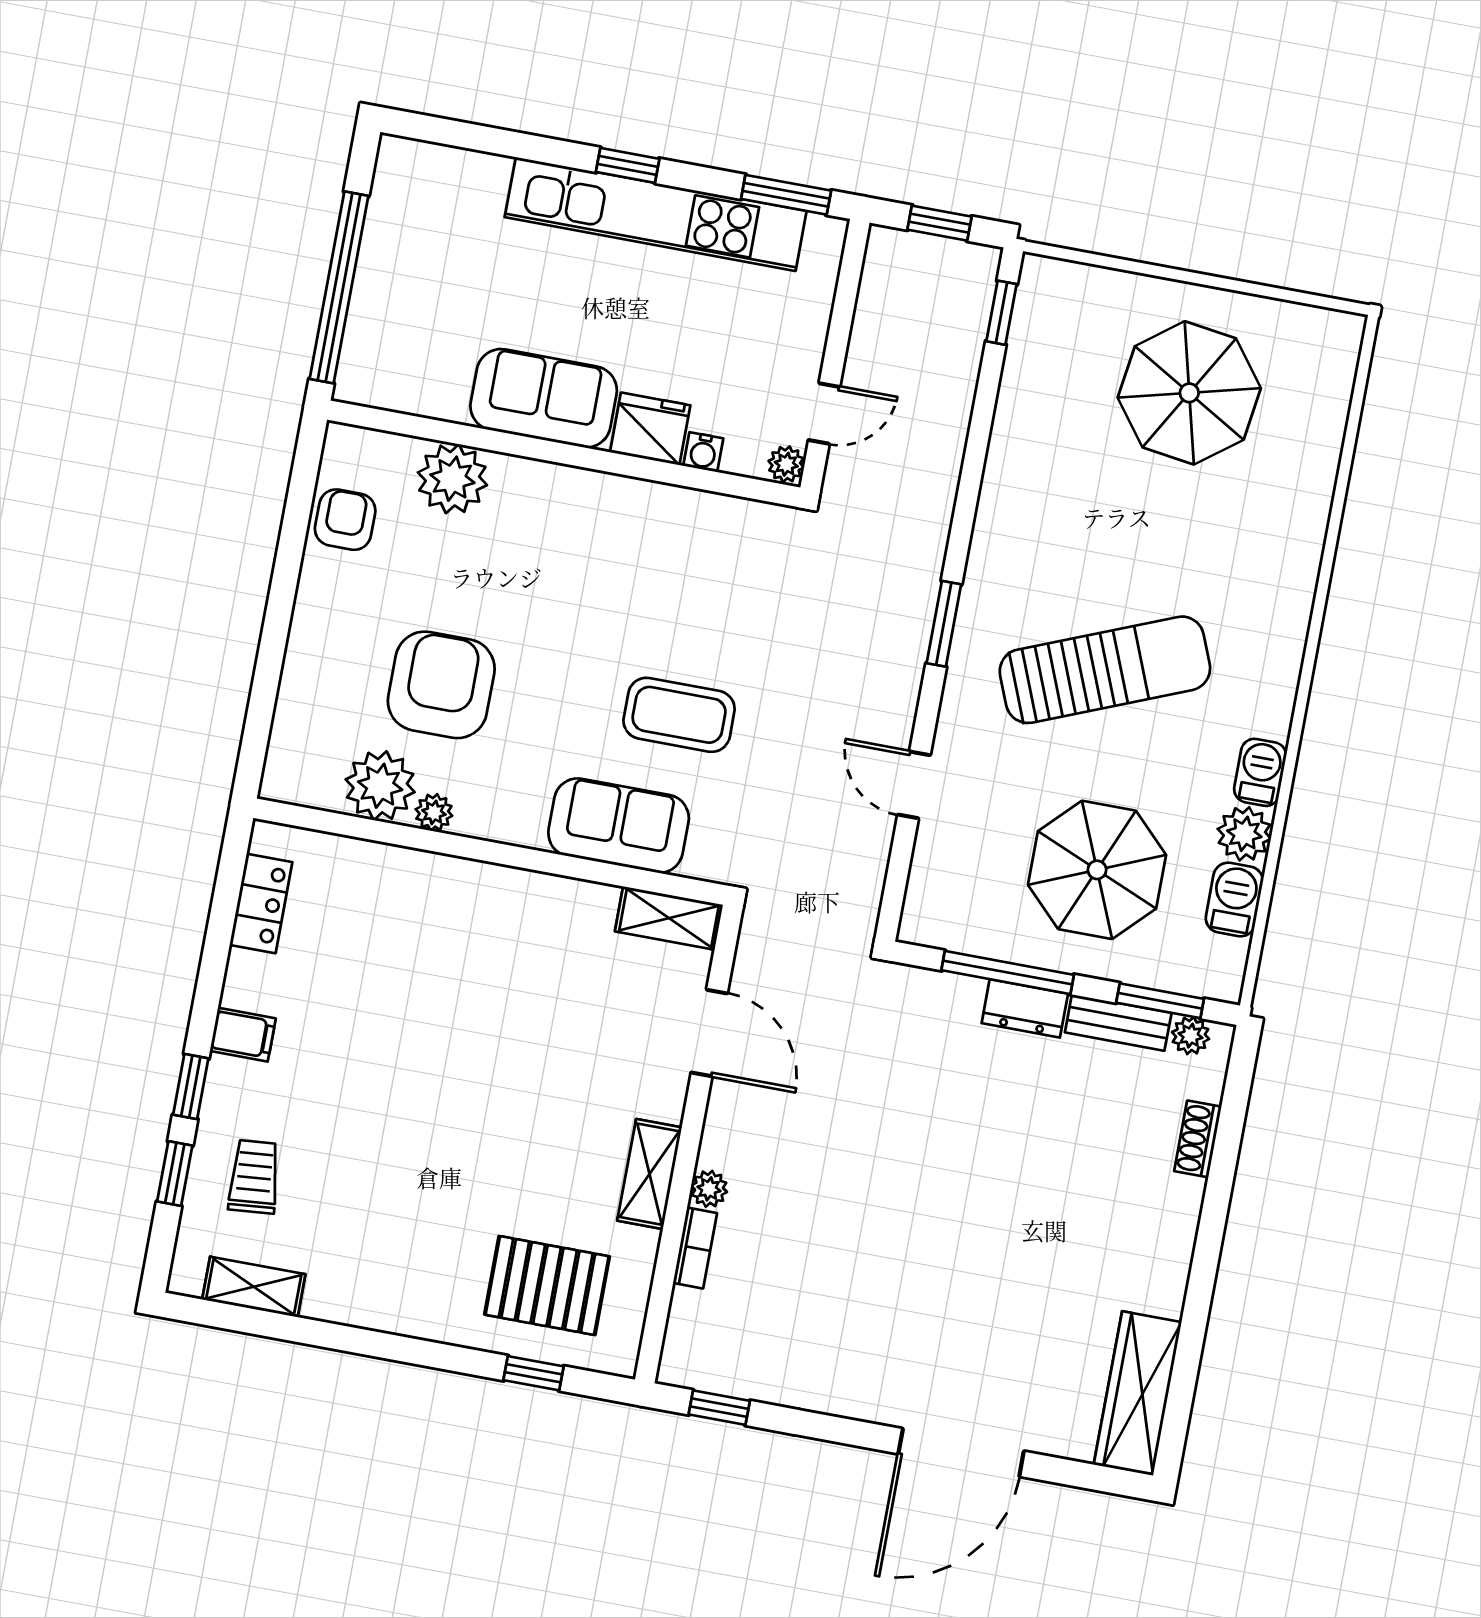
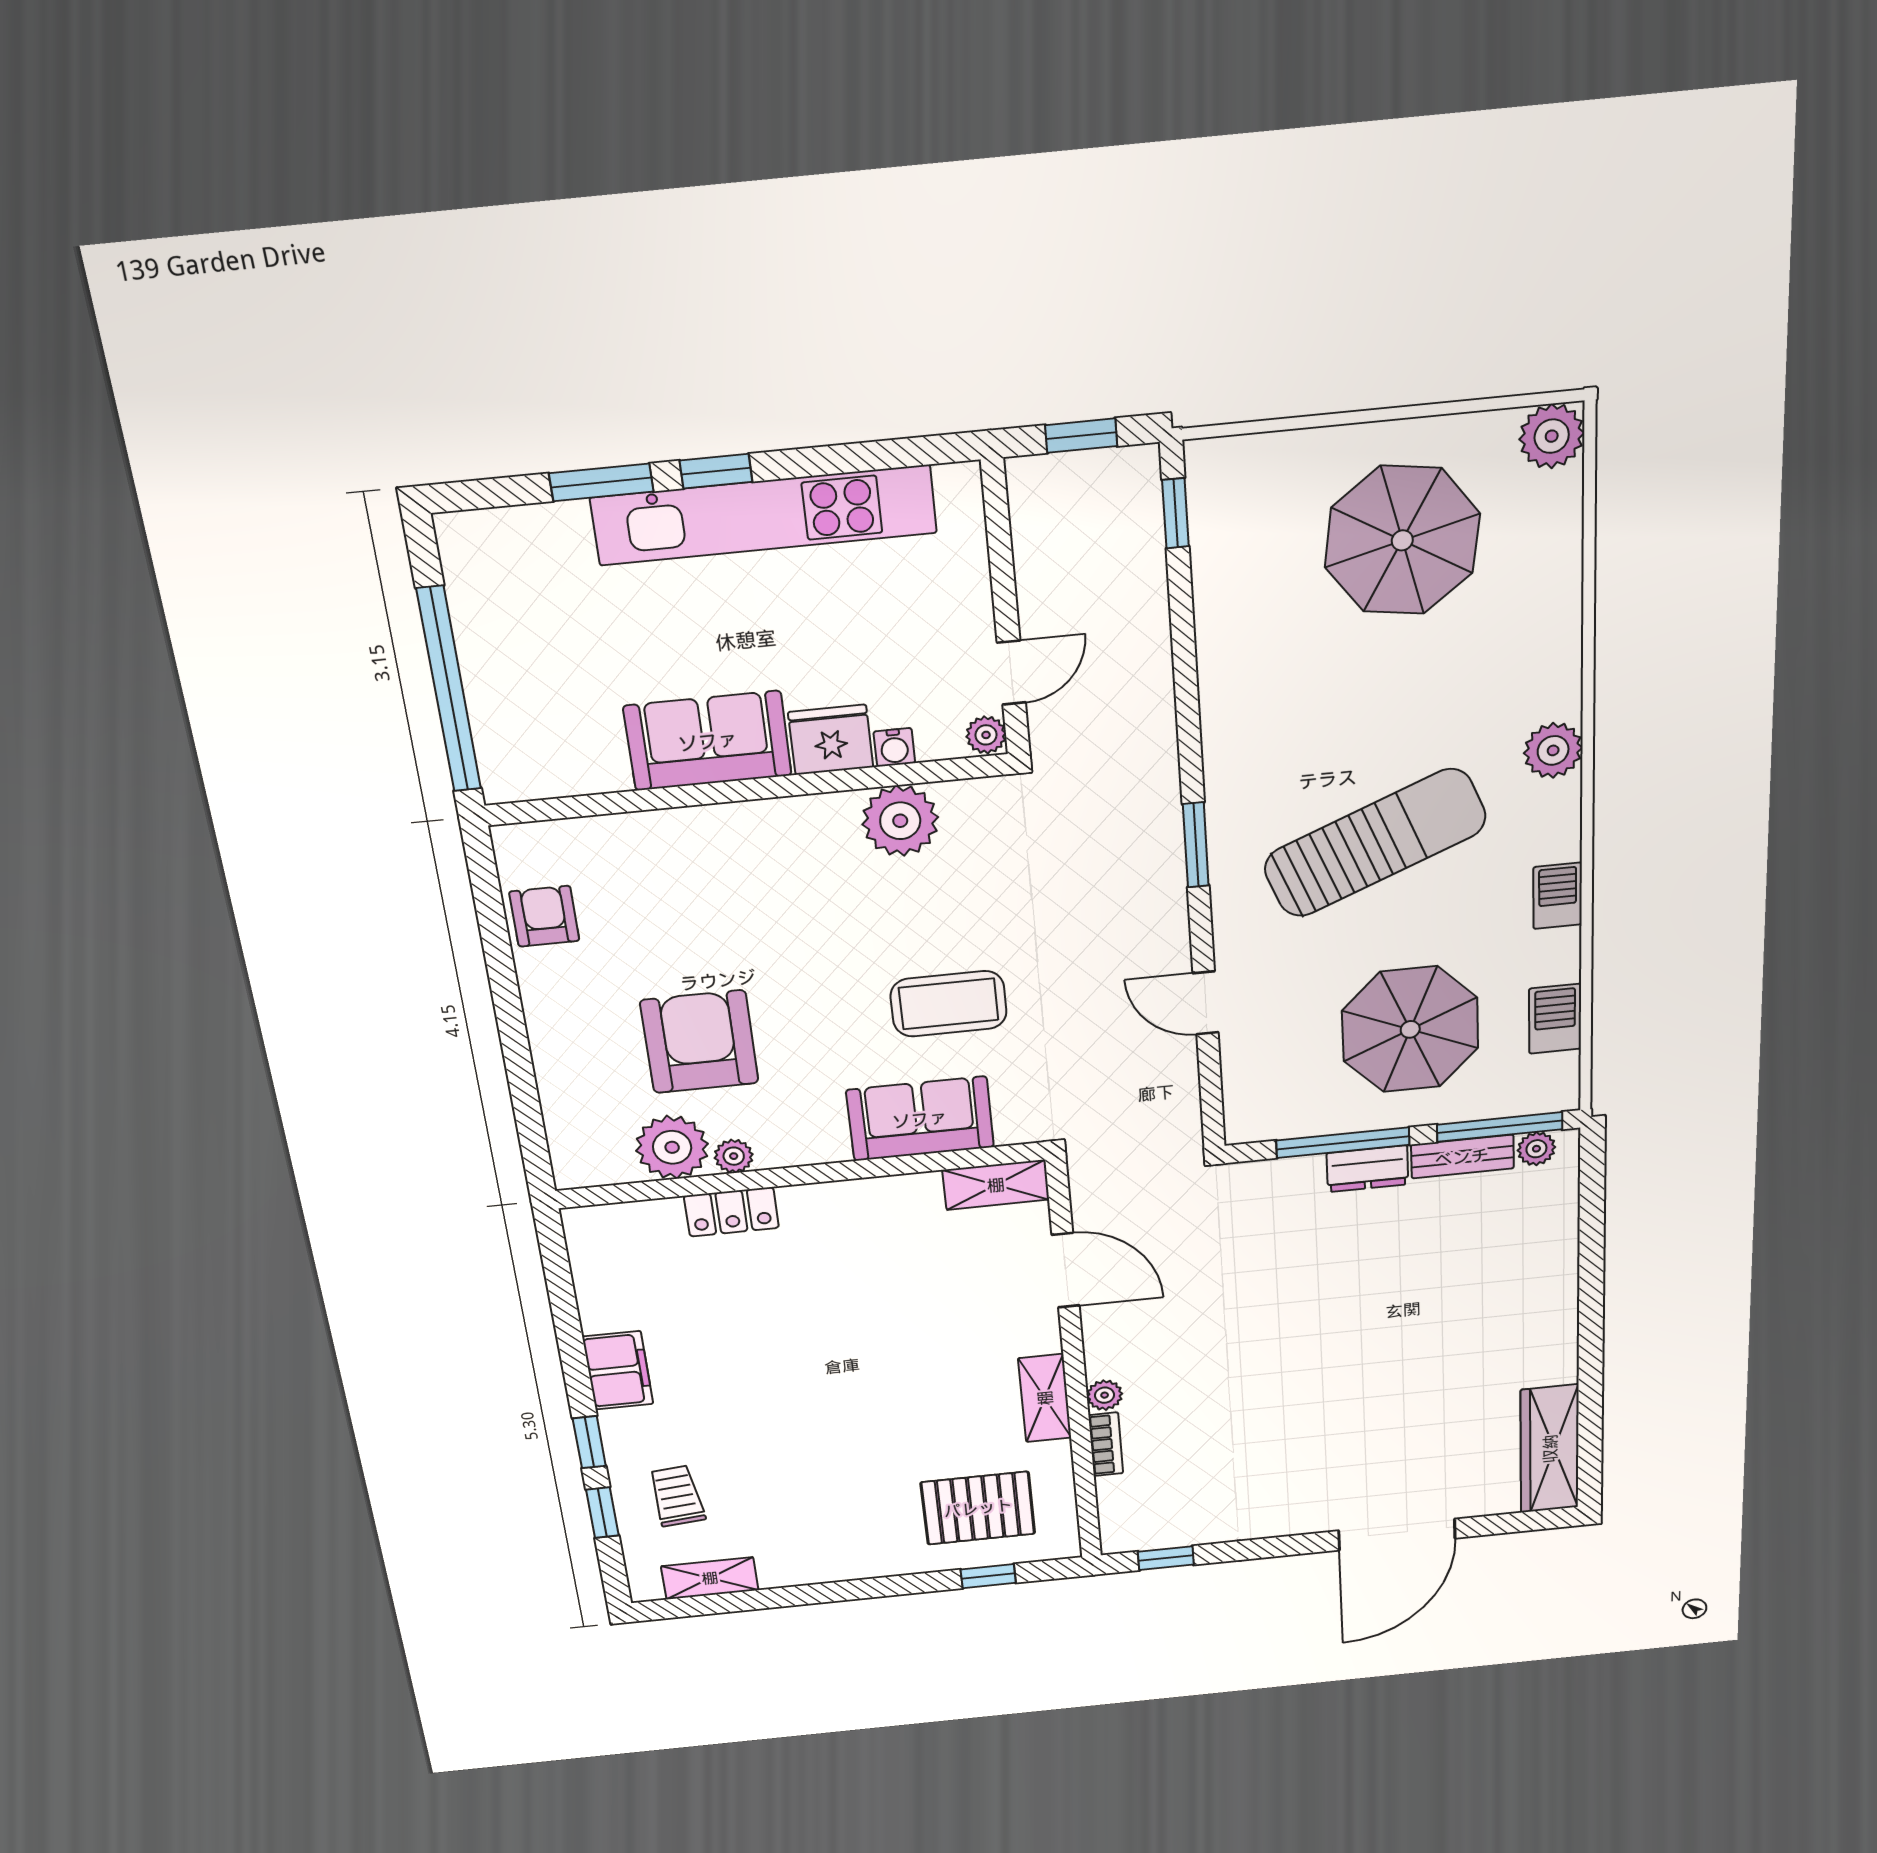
window: (786, 195) -> (601, 482), moved
plant: (1335, 338) -> (1552, 436), added
plant: (452, 479) -> (900, 821), moved
plant: (1244, 834) -> (1553, 750), moved
locker: (261, 903) -> (731, 1212), moved, turned 90
window: (1160, 1001) -> (1500, 1127), width x1.44
filing cabinet: (243, 1035) -> (618, 1370), width x2.00
shoe rack: (1198, 1139) -> (1562, 1233), removed

